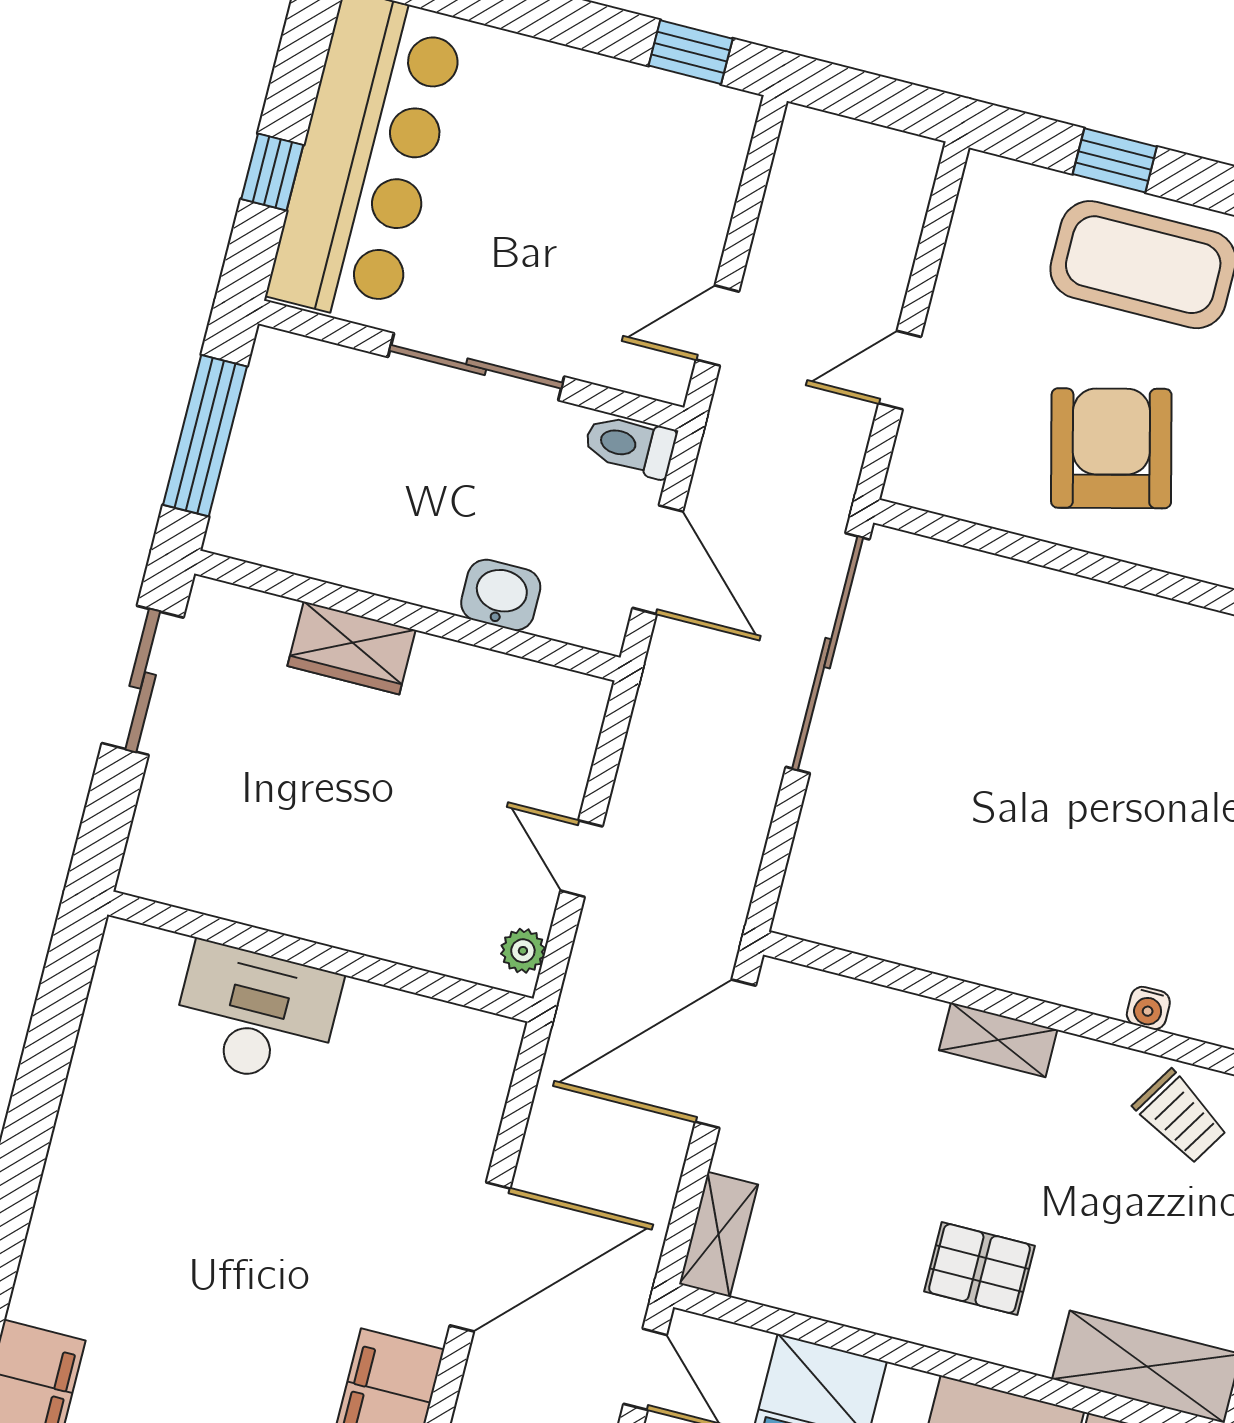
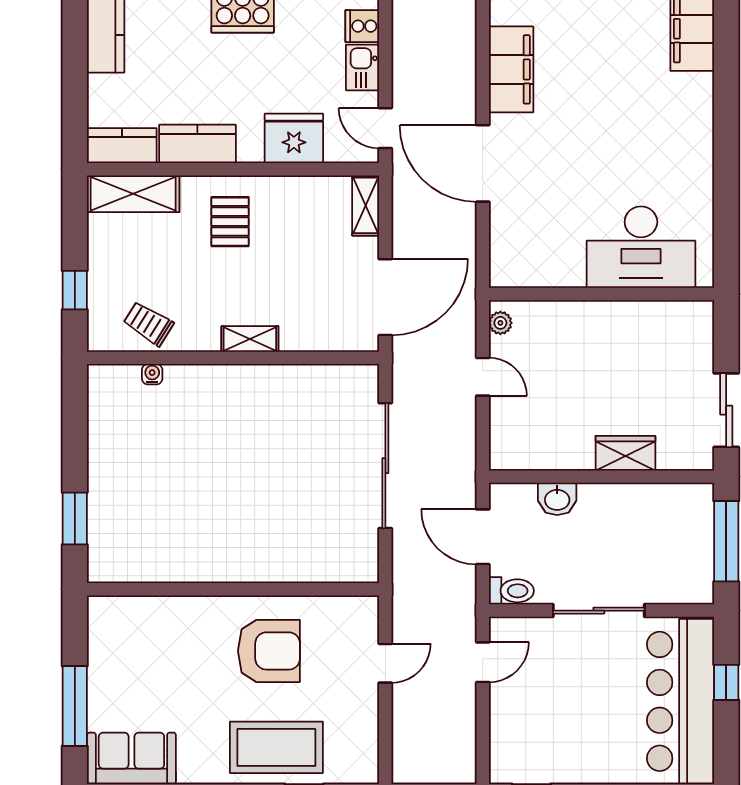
armchair: (1111, 448) -> (269, 651), turned -76
sliding door: (828, 653) -> (385, 466), moved
water cooler: (1148, 1008) -> (152, 374), moved
desk: (256, 1015) -> (641, 247), width x1.36, depth x1.30
door: (480, 1257) -> (483, 163), hinge flipped
pallet: (980, 1269) -> (230, 222), turned 90

